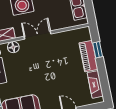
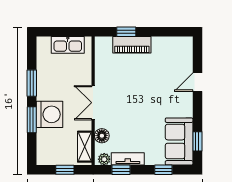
fireplace: (95, 84) -> (169, 43), removed

